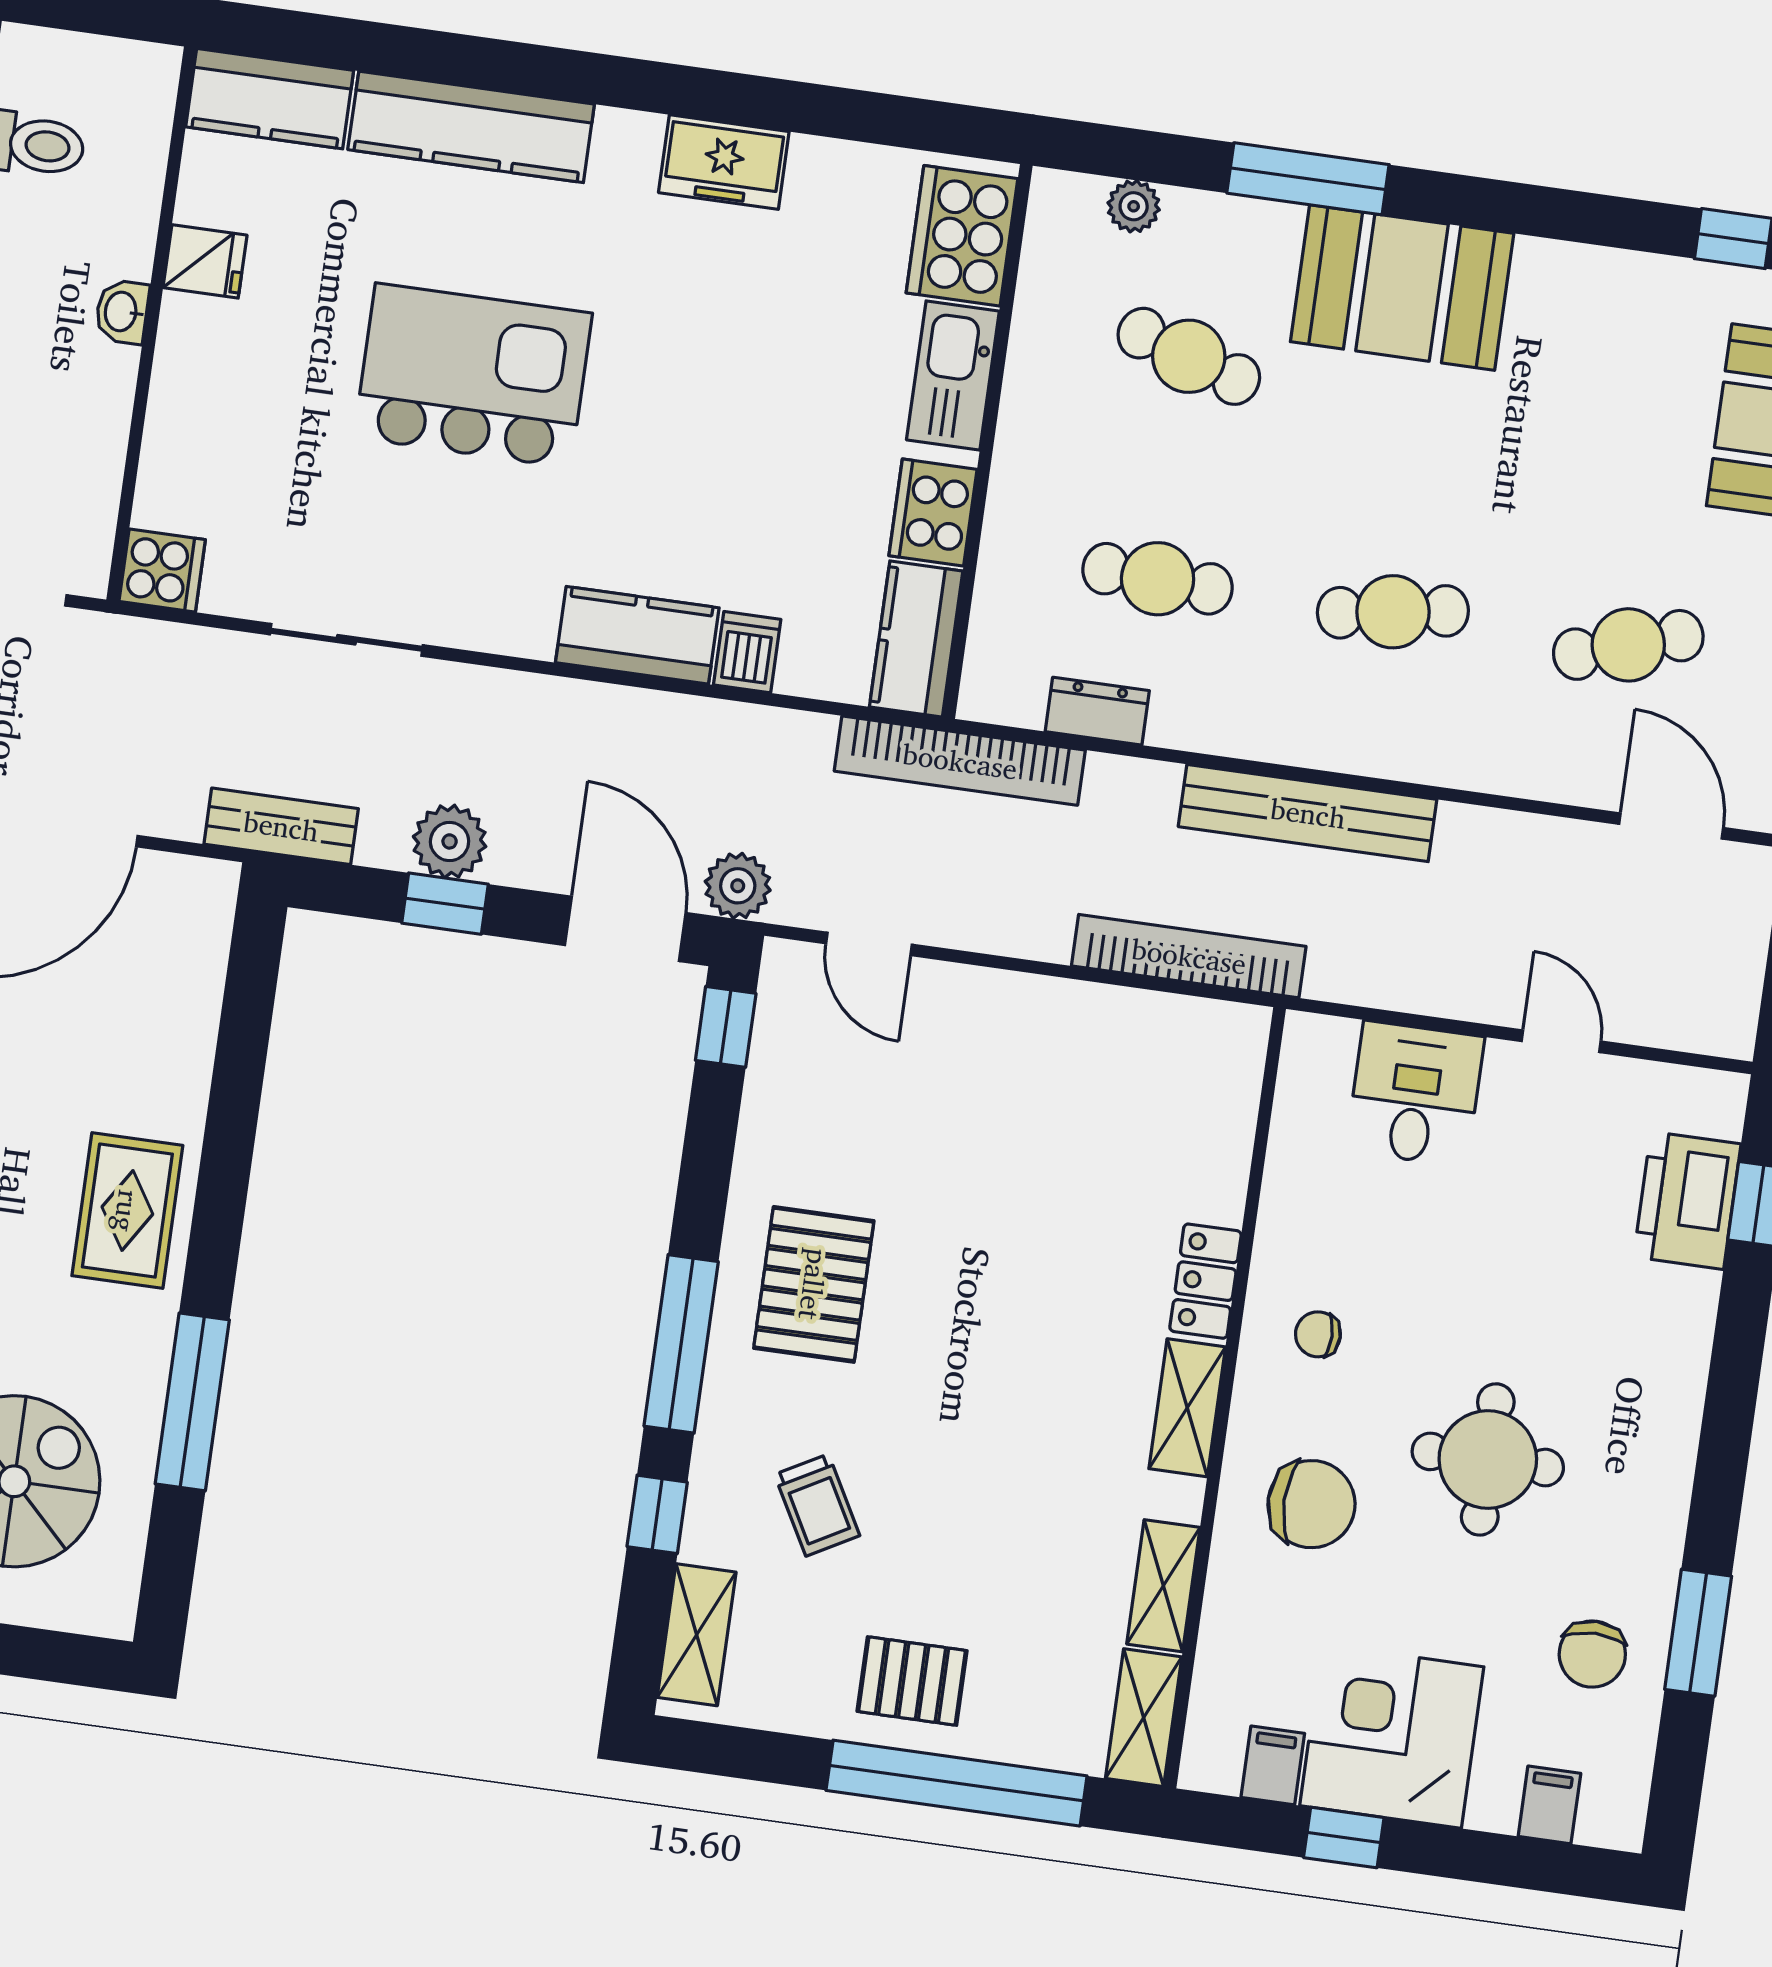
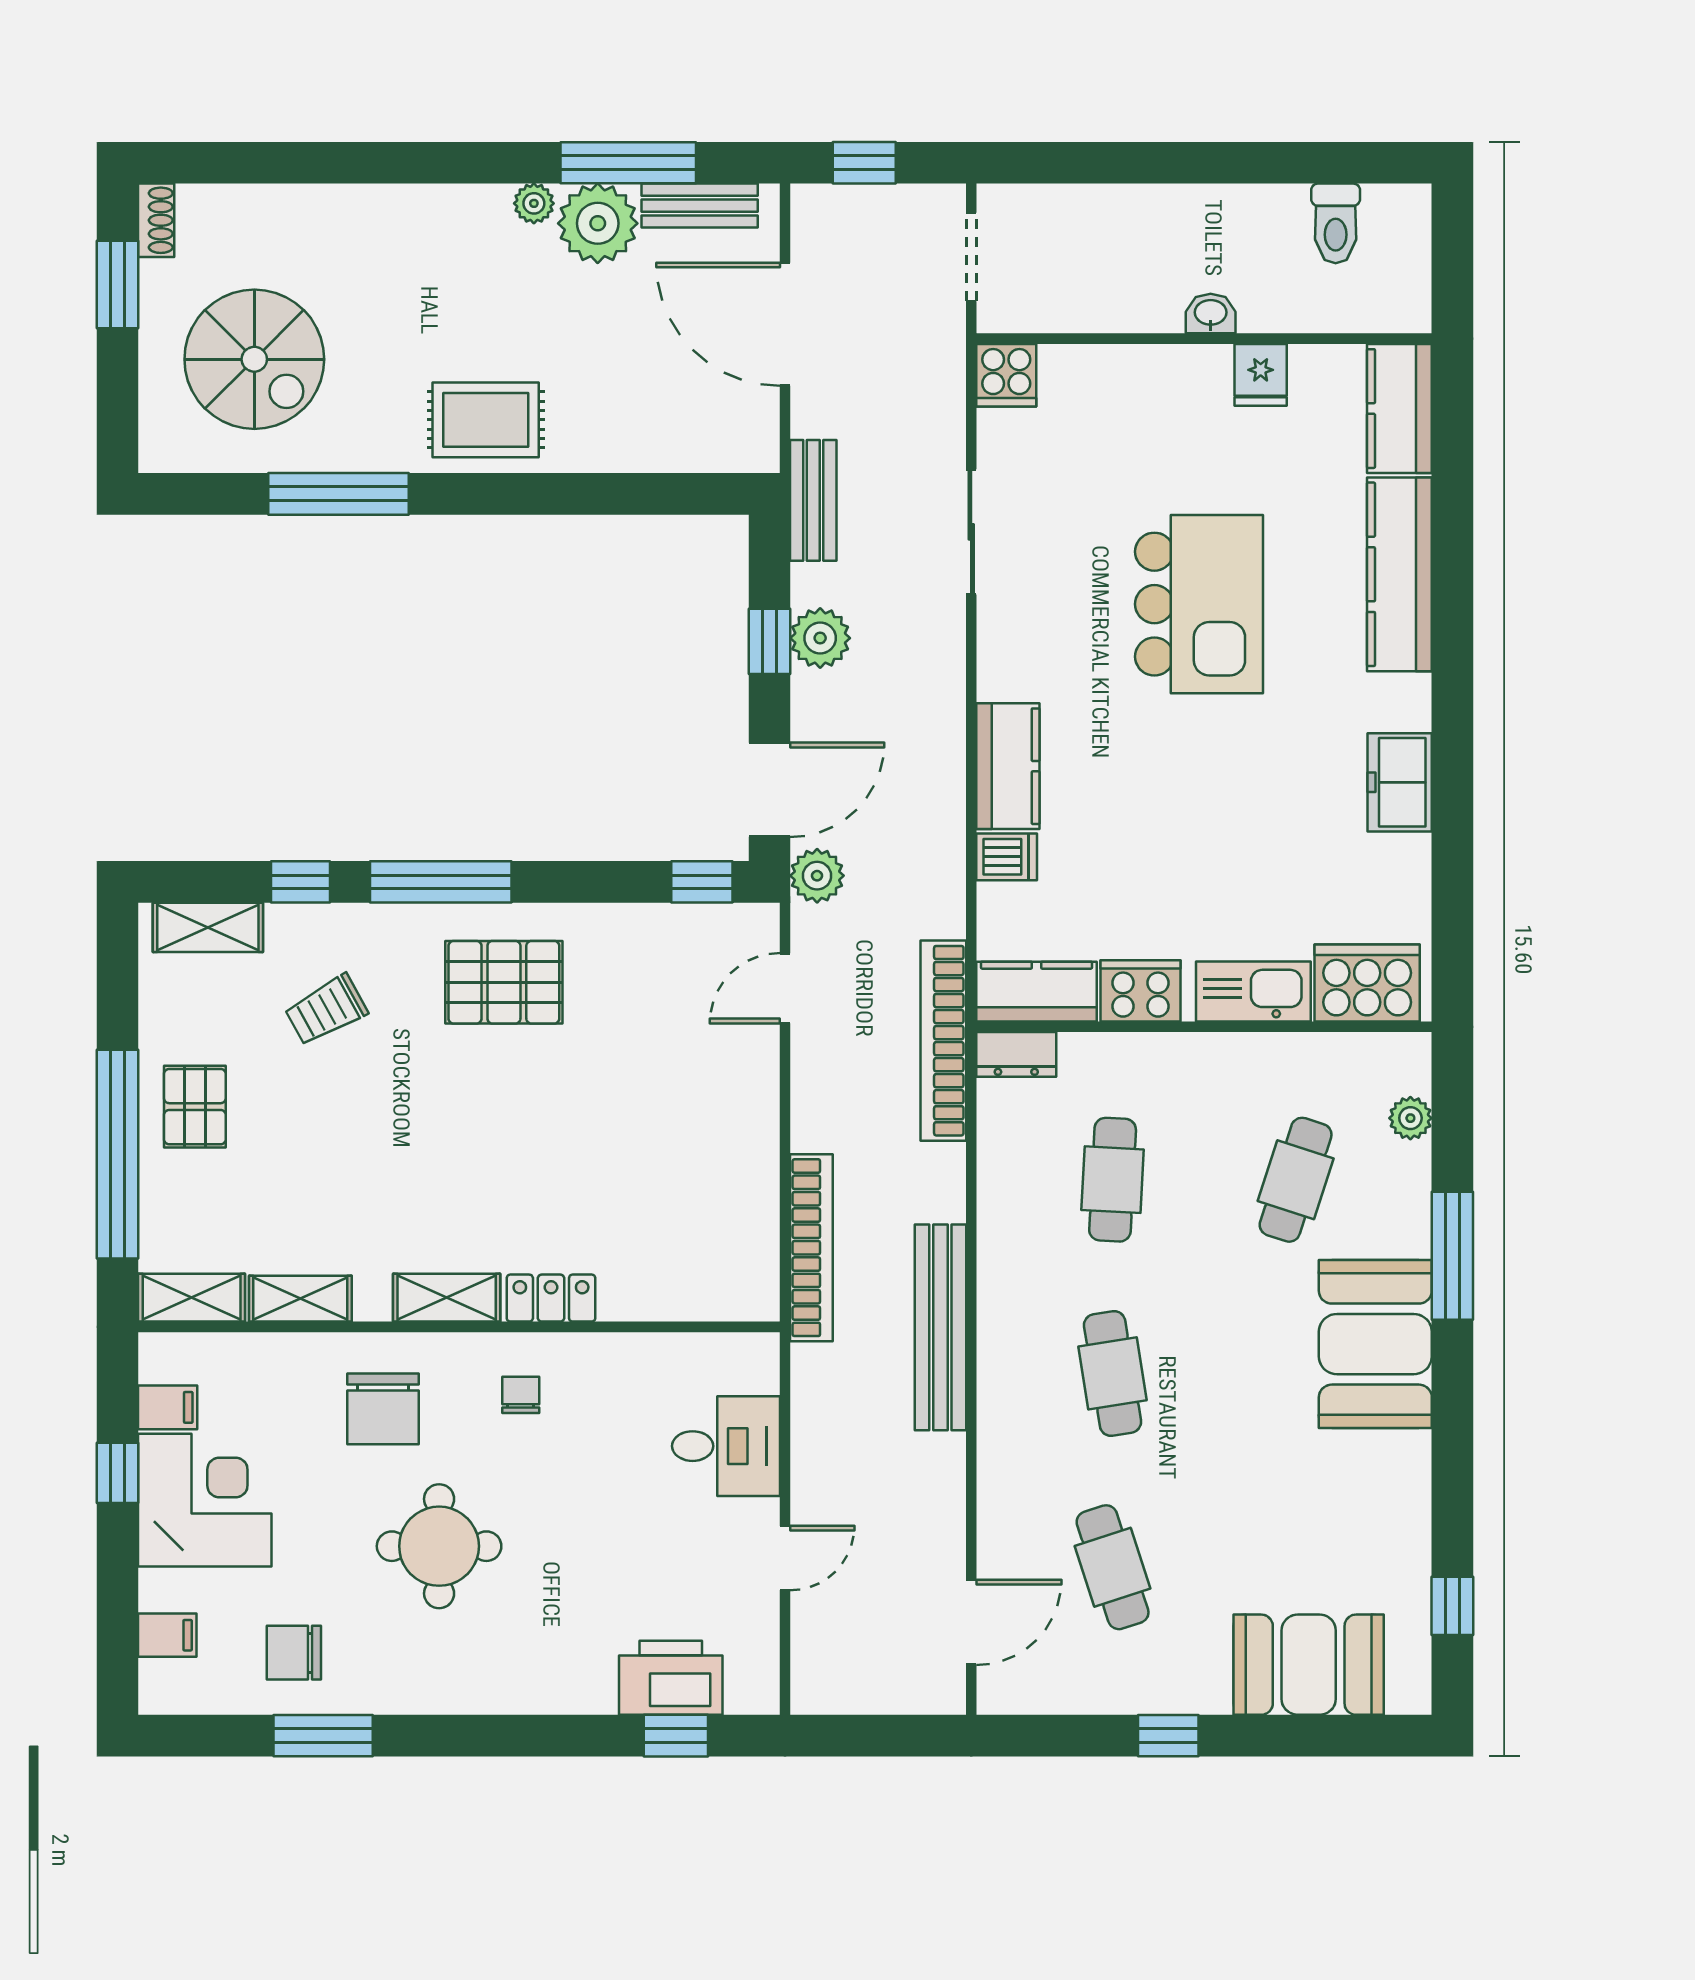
dresser: (1097, 711) -> (1016, 1054), moved, turned 90

